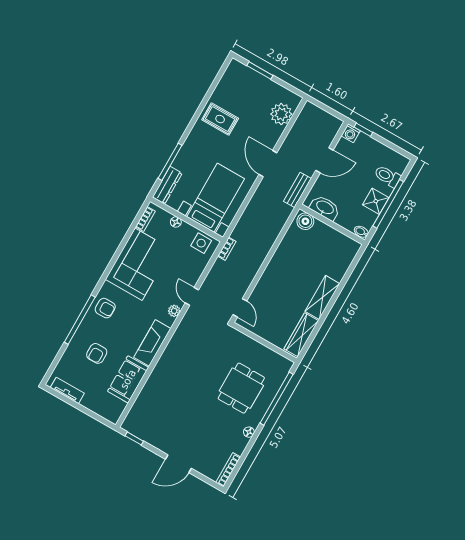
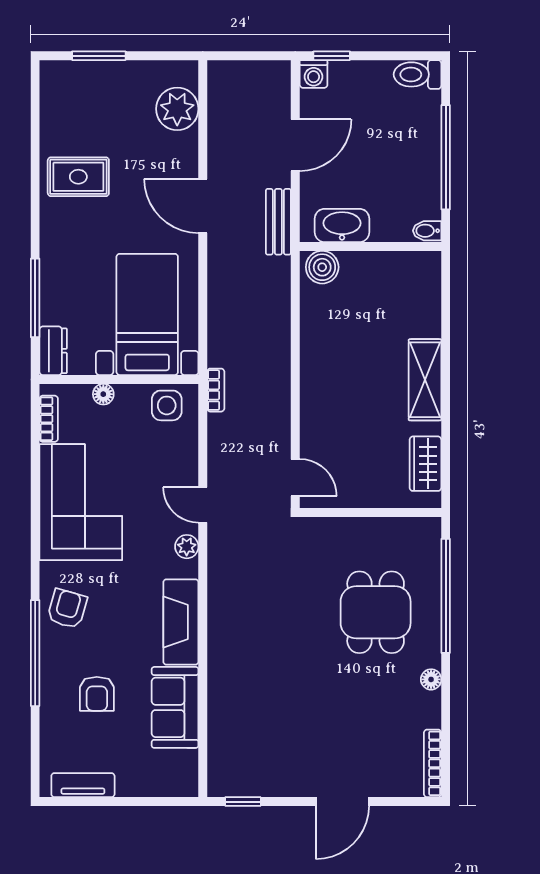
toilet: (387, 176) -> (417, 74), moved
dresser: (167, 185) -> (53, 351), width x0.70
shower: (376, 201) -> (422, 165), removed
armchair: (105, 308) -> (67, 609), turned -74
wardrobe: (301, 335) -> (425, 464), width x0.67

